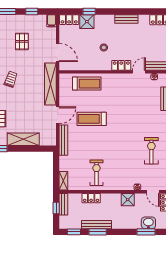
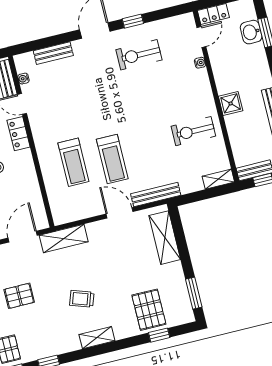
shelving: (50, 84) -> (64, 239), width x0.68
treadmill: (87, 84) -> (73, 162), moved, turned 180
shelving: (23, 139) -> (165, 238), moved
locker: (91, 198) -> (235, 130), removed
shower: (128, 200) -> (231, 103), moved

